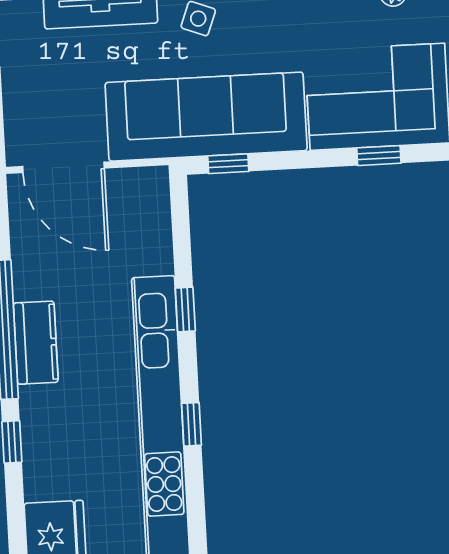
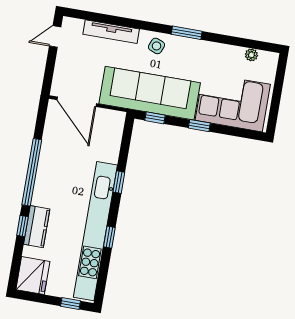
window: (379, 156) -> (199, 126), moved
kitchen counter: (36, 343) -> (37, 227), moved

